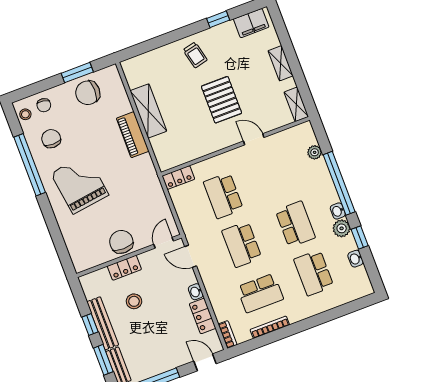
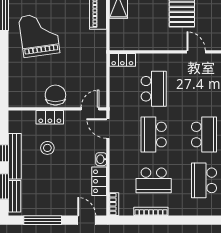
school desk: (223, 196) -> (154, 89), turned 180

